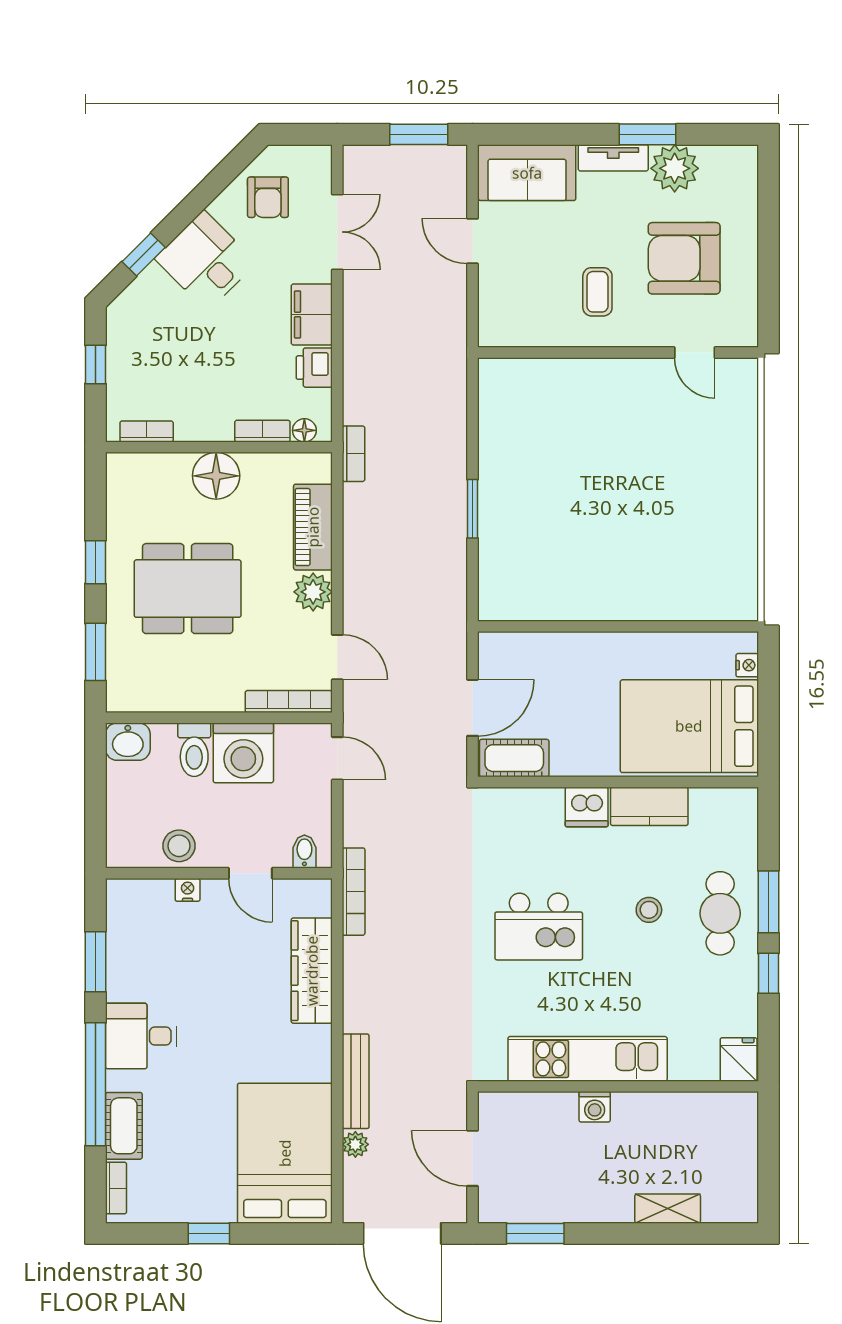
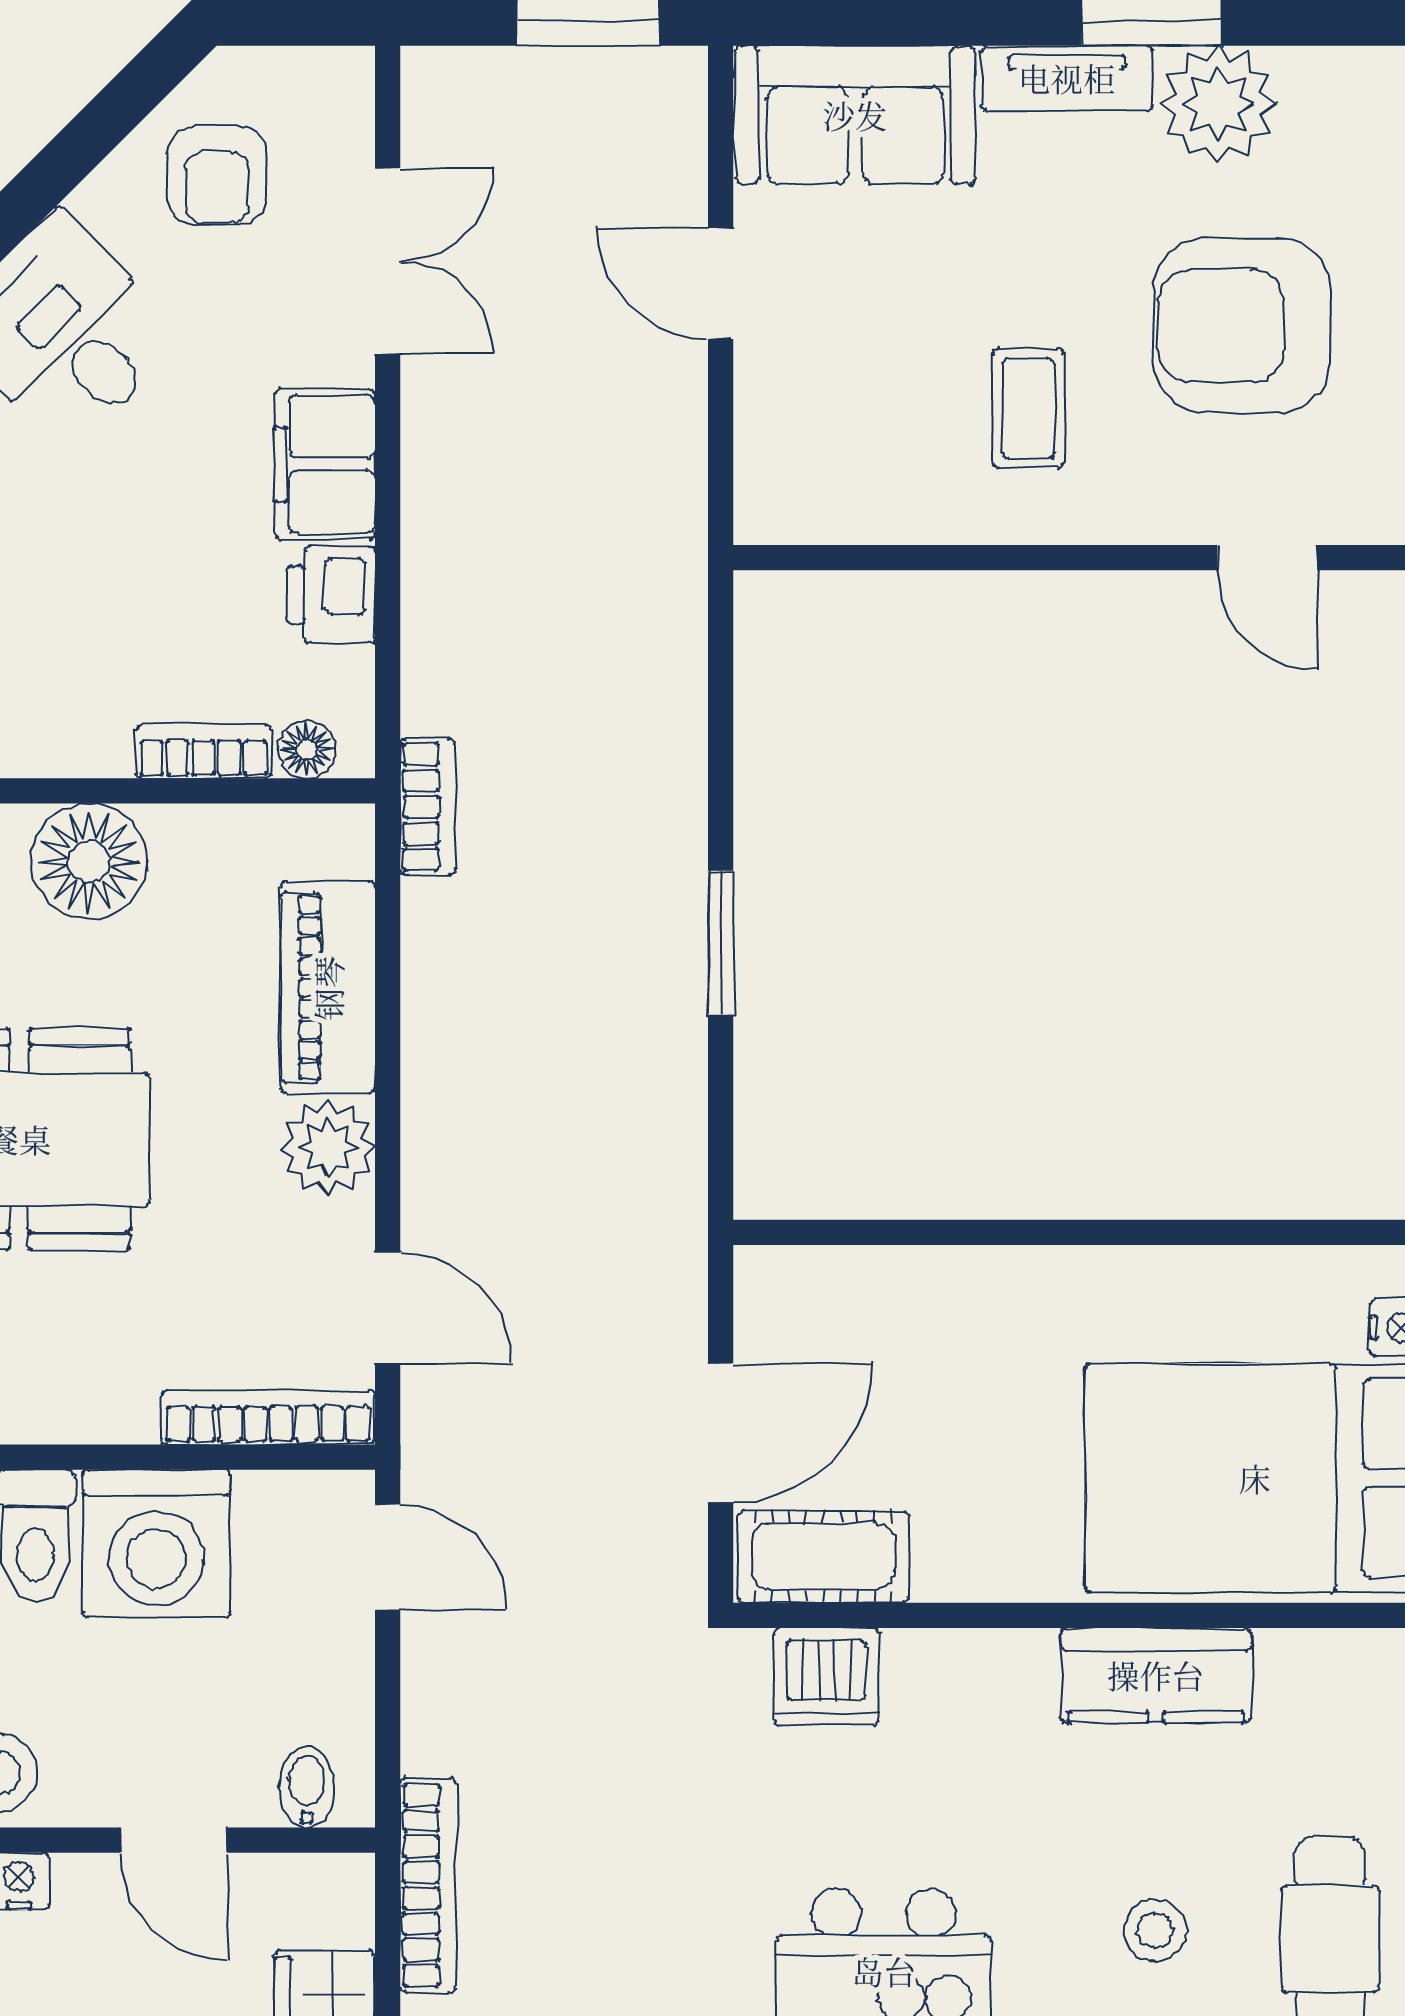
dishwasher: (587, 807) -> (826, 1677), moved

